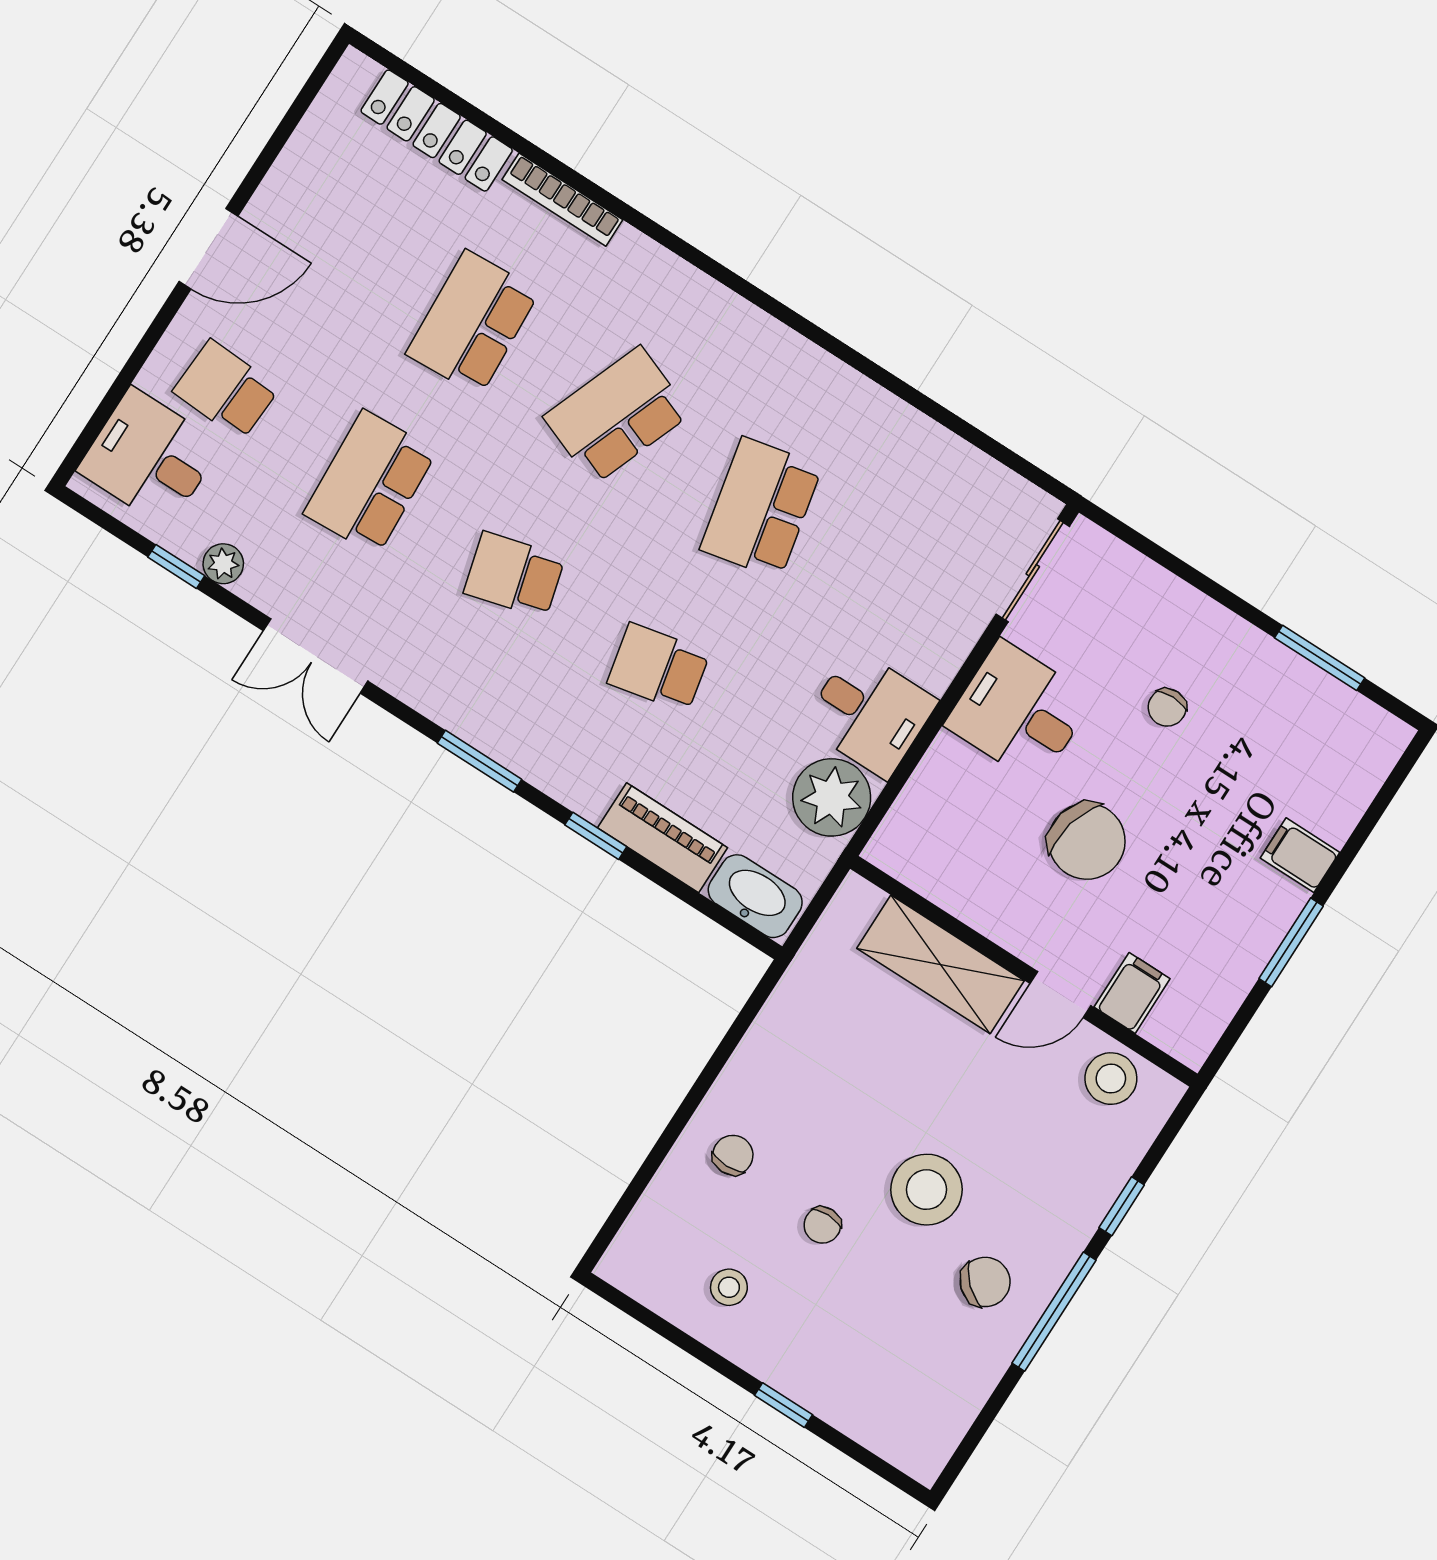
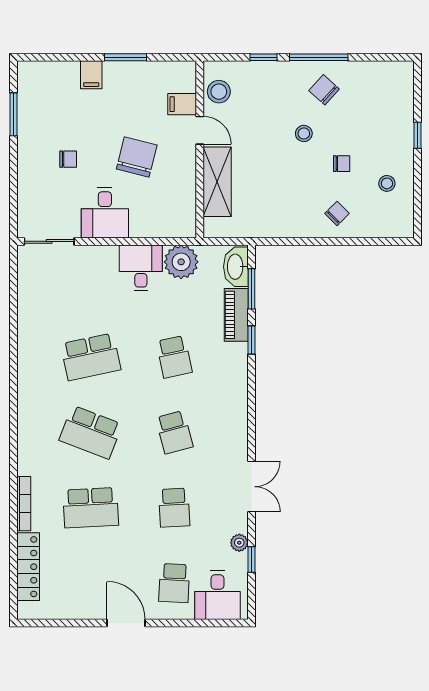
school desk: (370, 482) -> (174, 508), width x0.54
window: (479, 761) -> (251, 289), moved
chair: (733, 1155) -> (337, 213), turned 135
stool: (927, 1190) -> (304, 133), width x0.53, depth x0.53

